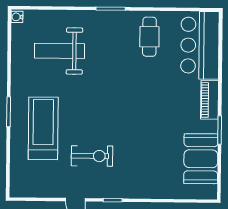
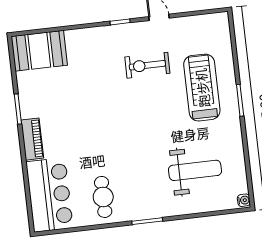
treadmill: (43, 128) -> (202, 88), turned 180
booth: (201, 159) -> (39, 51), moved, turned 90

